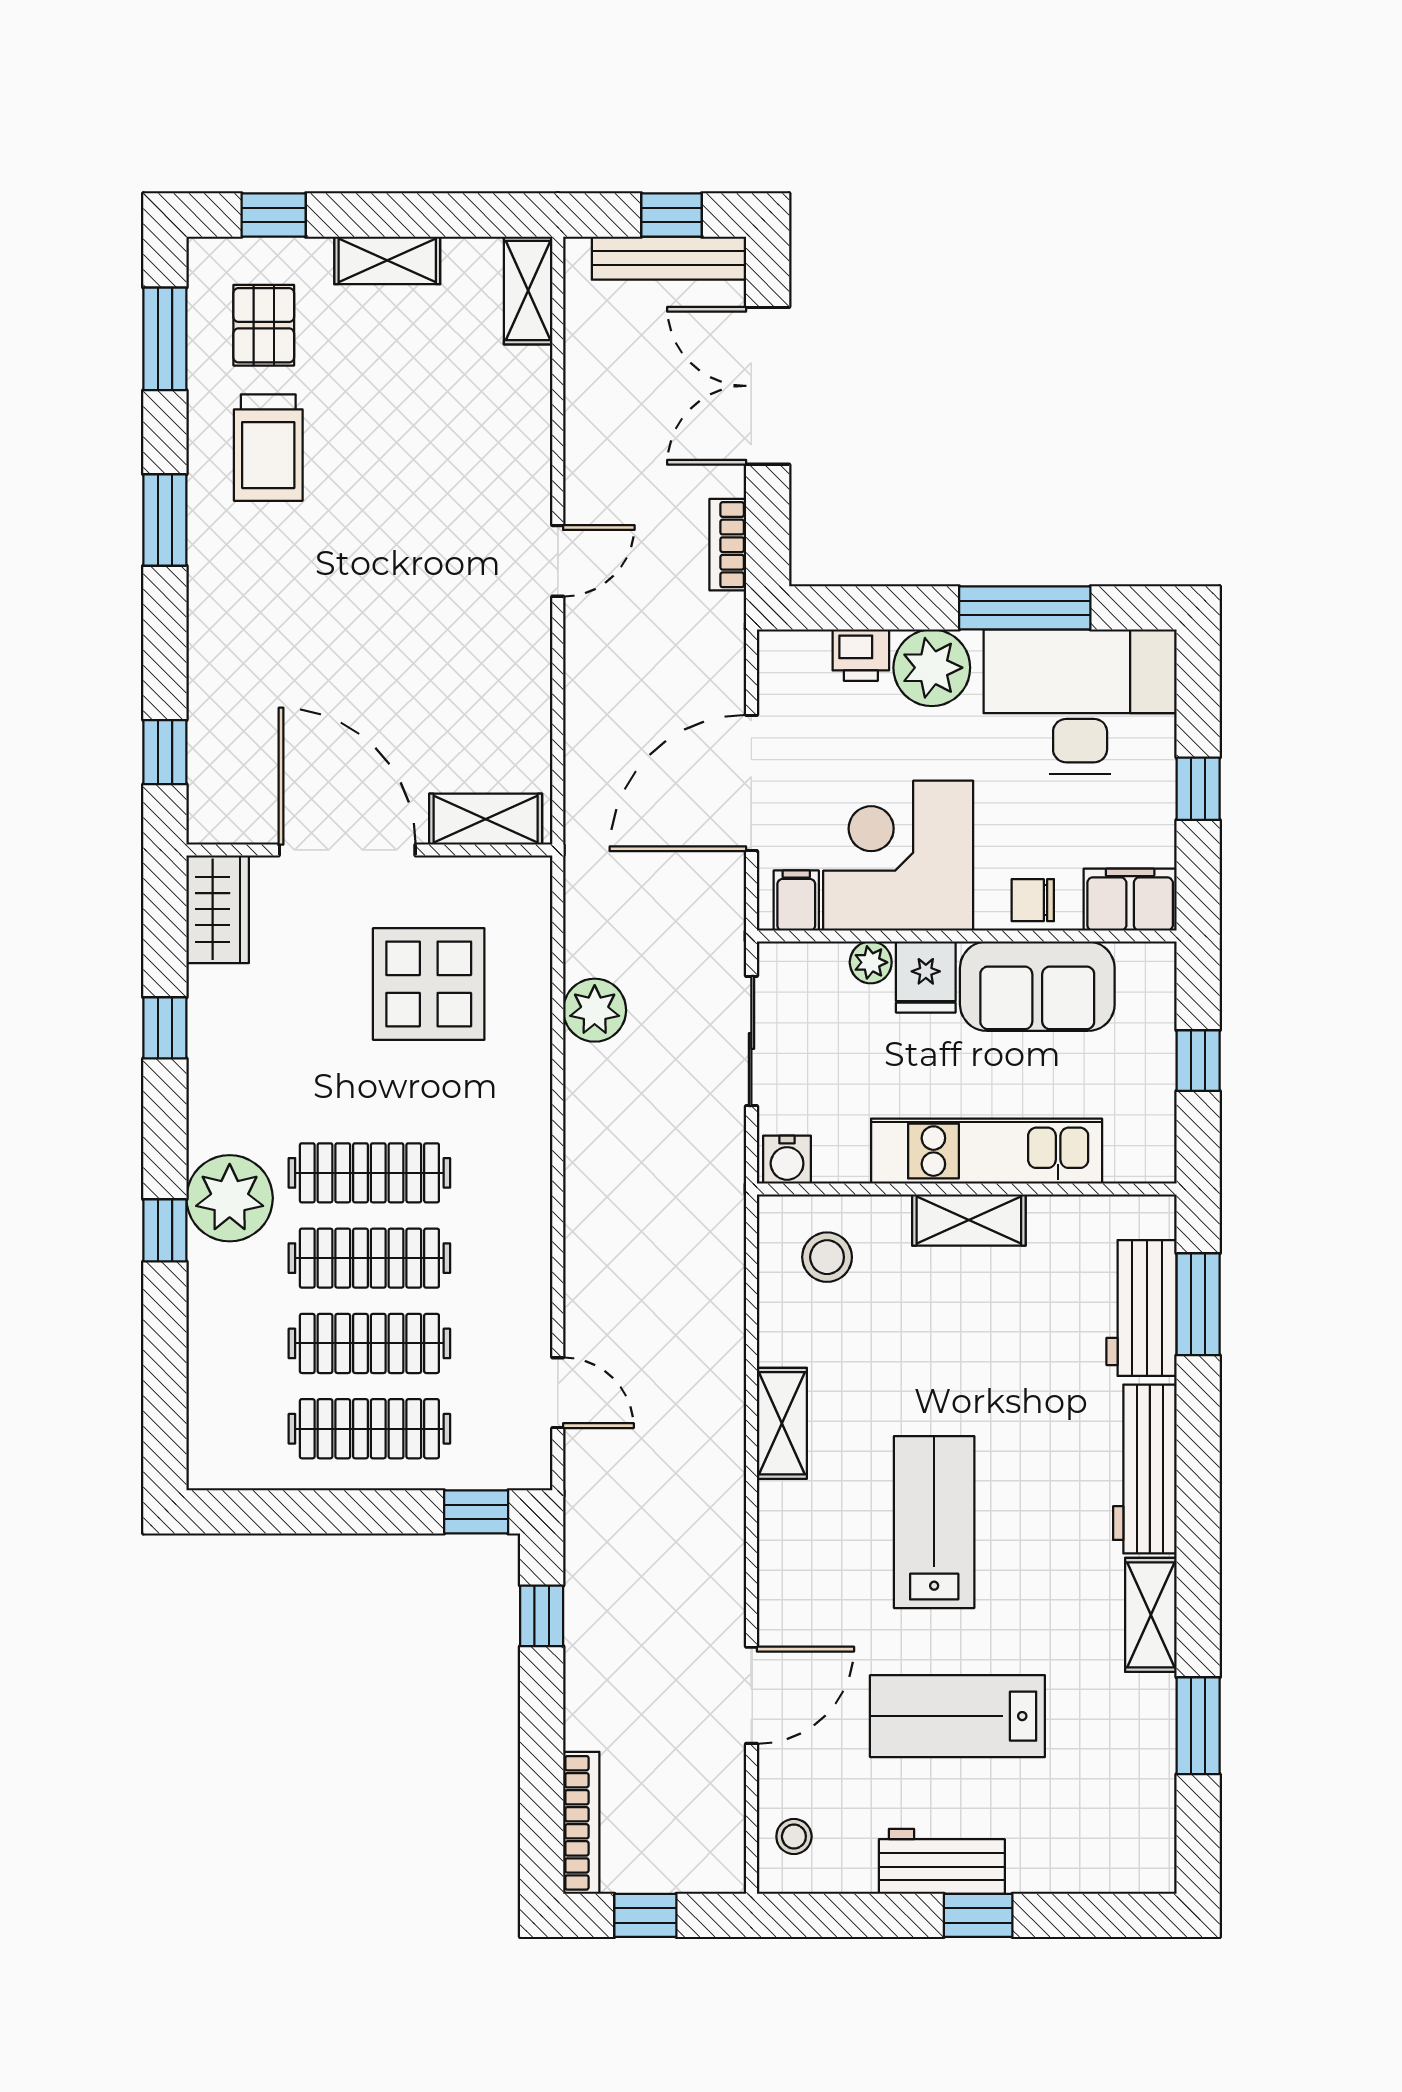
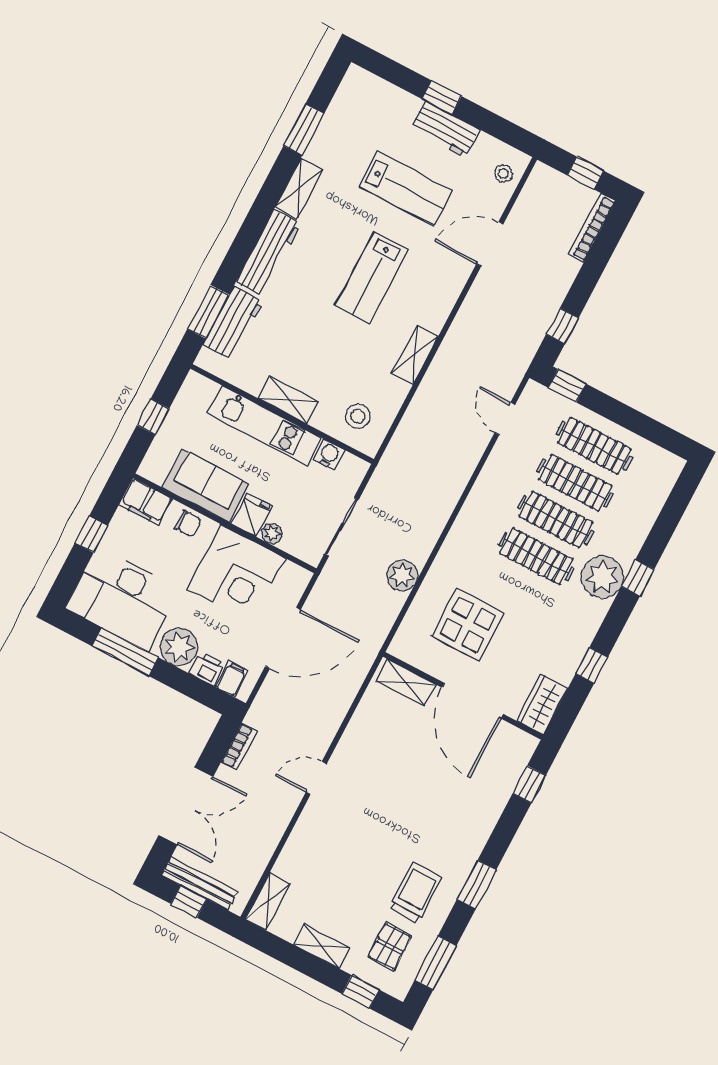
filing cabinet: (796, 901) -> (232, 679), moved, turned 180
water cooler: (787, 1160) -> (329, 455), moved

